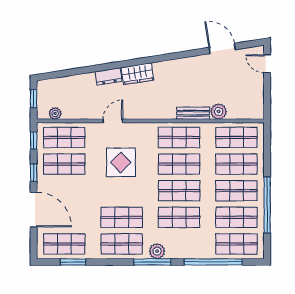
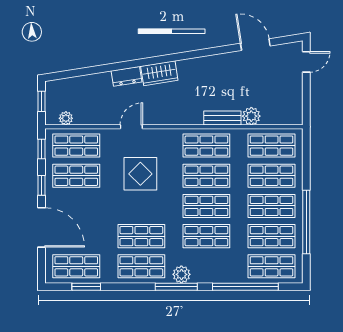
door: (267, 64) -> (306, 62), swing flipped

